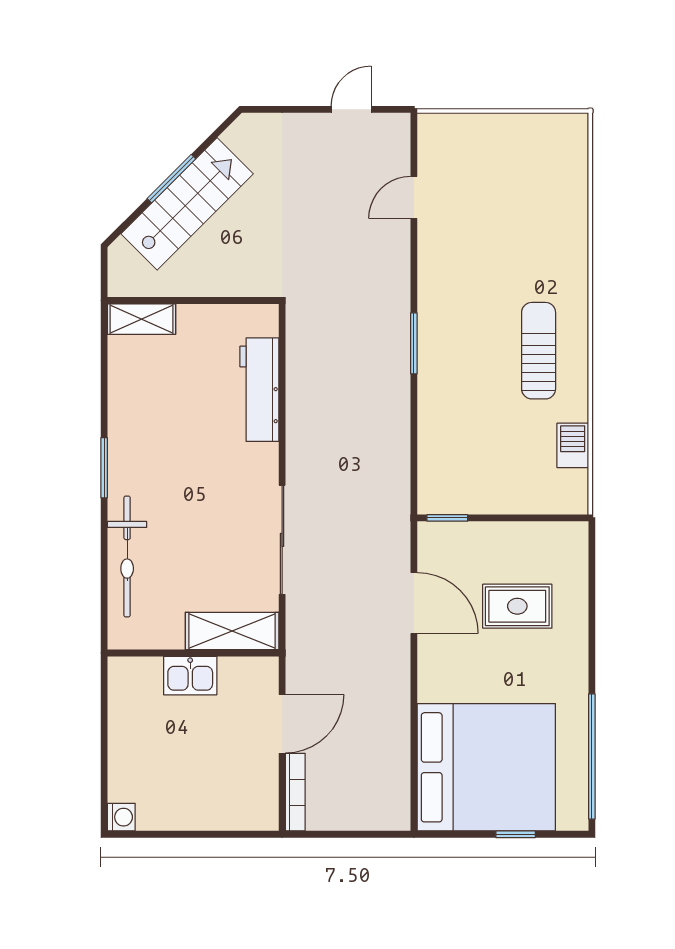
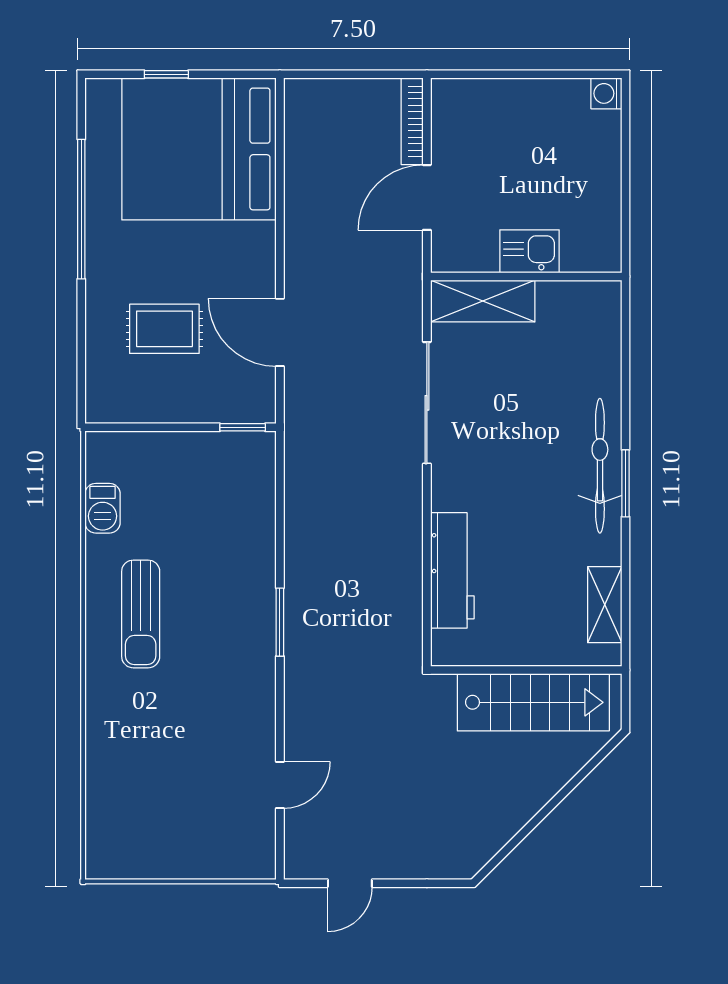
window: (171, 179) -> (550, 806), removed
stairs: (187, 204) -> (533, 702), moved, turned -135
shelving: (142, 319) -> (605, 605), moved, turned 90
bicycle: (127, 556) -> (600, 466), moved
window: (592, 757) -> (81, 209), moved

